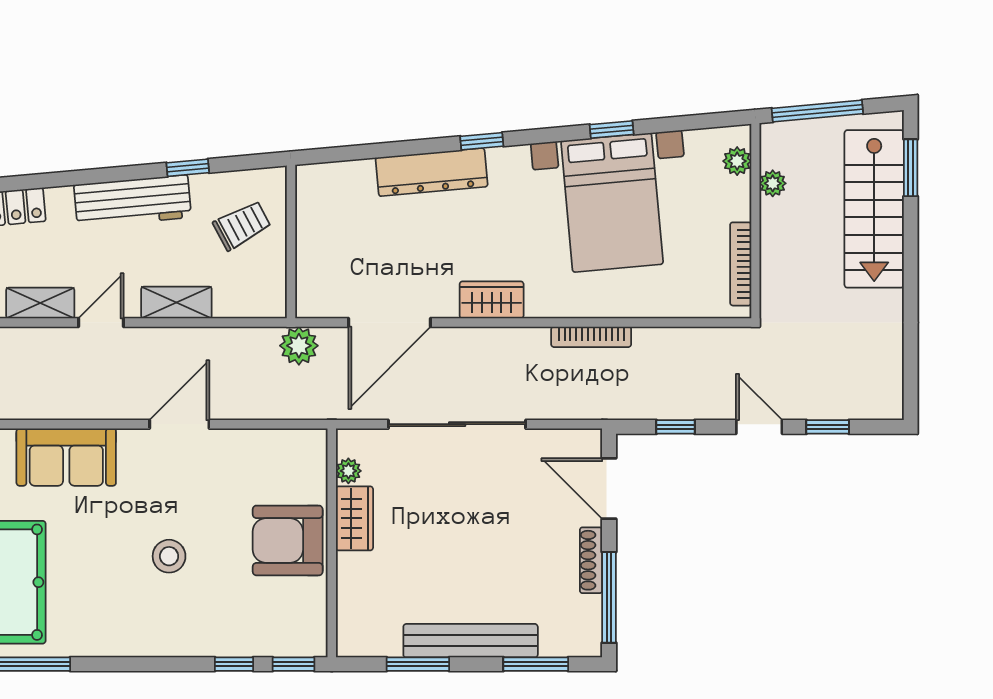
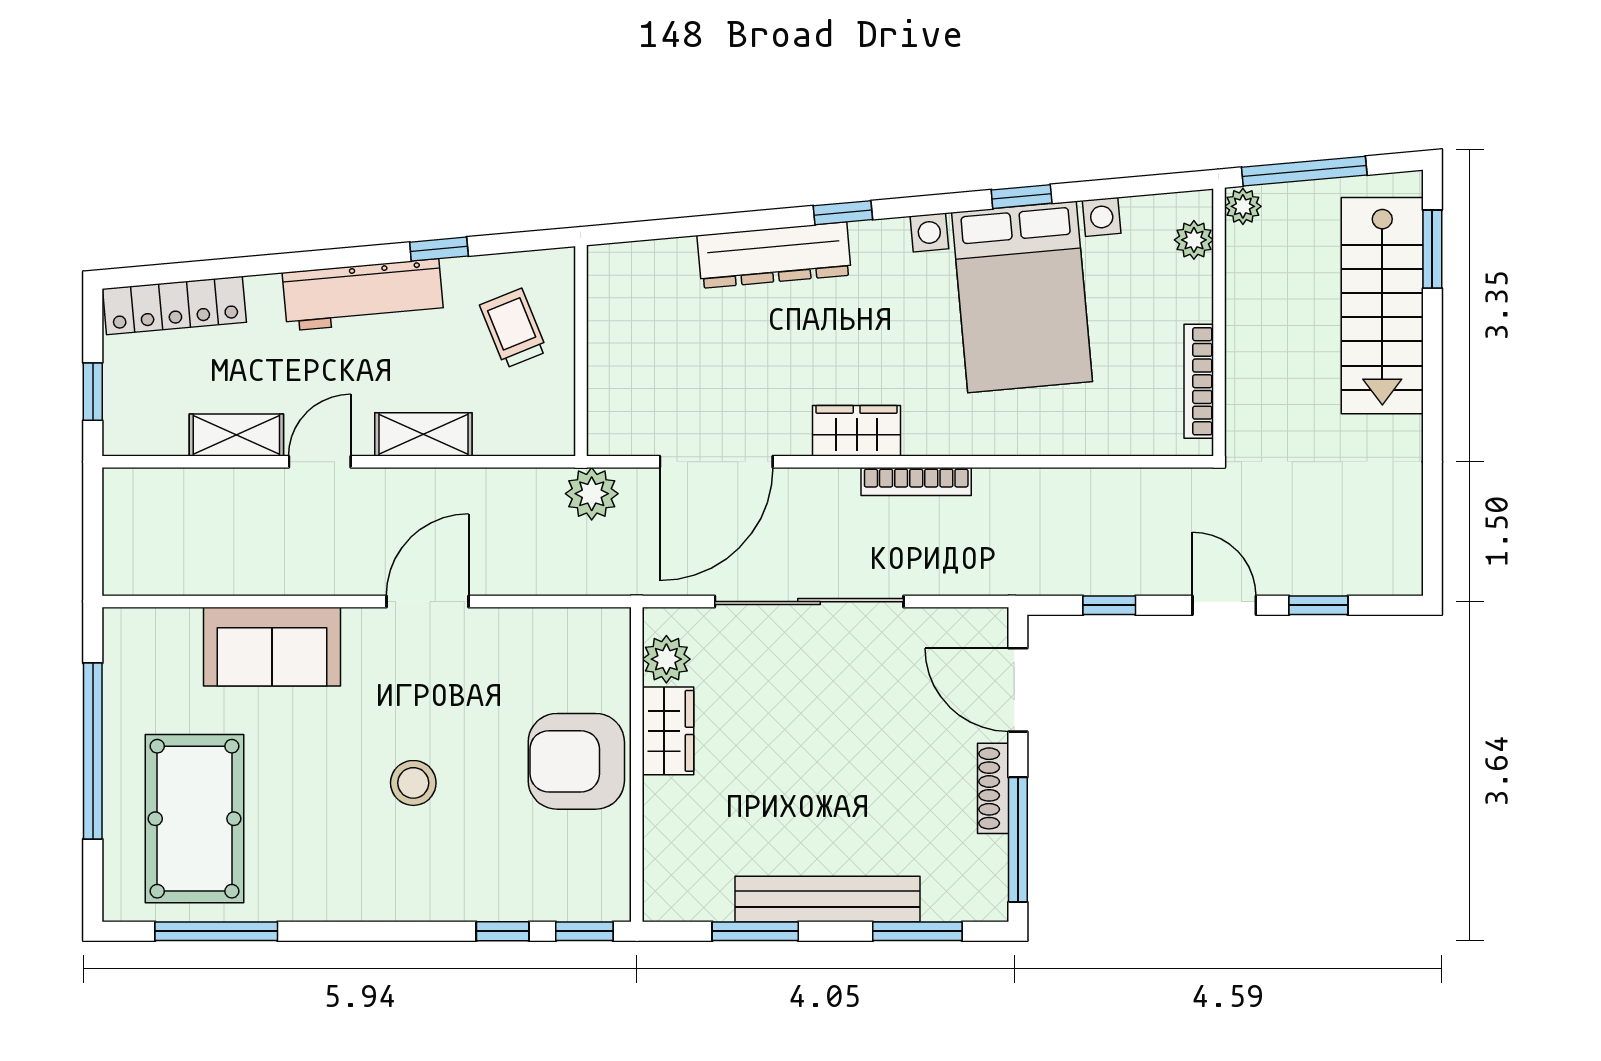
plant: (773, 183) -> (1243, 206), moved
trolley: (242, 225) -> (513, 328), turned -84
bookcase: (591, 337) -> (916, 481), moved
plant: (348, 471) -> (666, 659), width x1.38, depth x1.38

